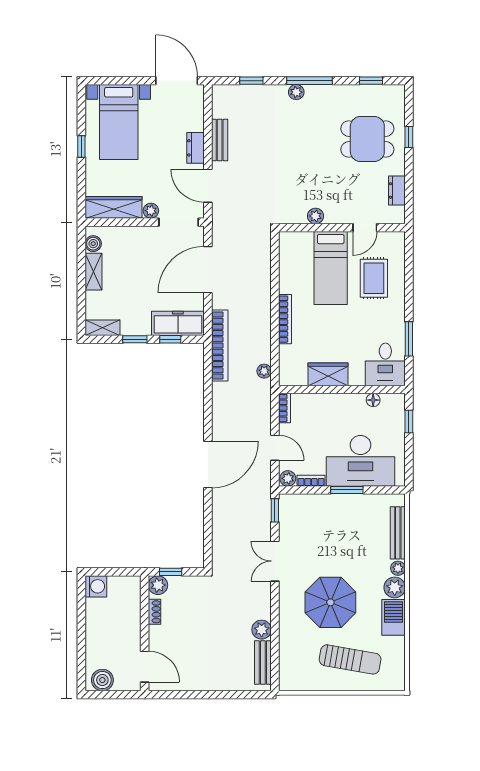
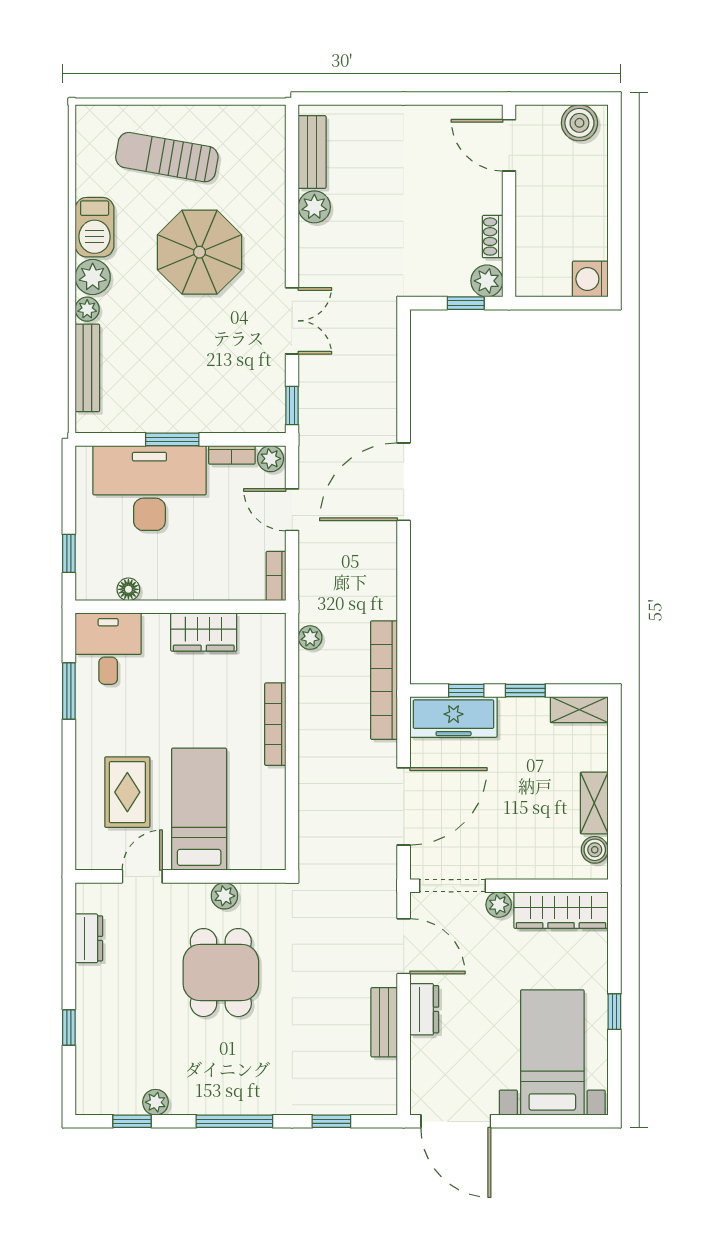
plant: (296, 92) -> (155, 1102), moved
dining table: (367, 139) -> (221, 973), moved, turned 90

